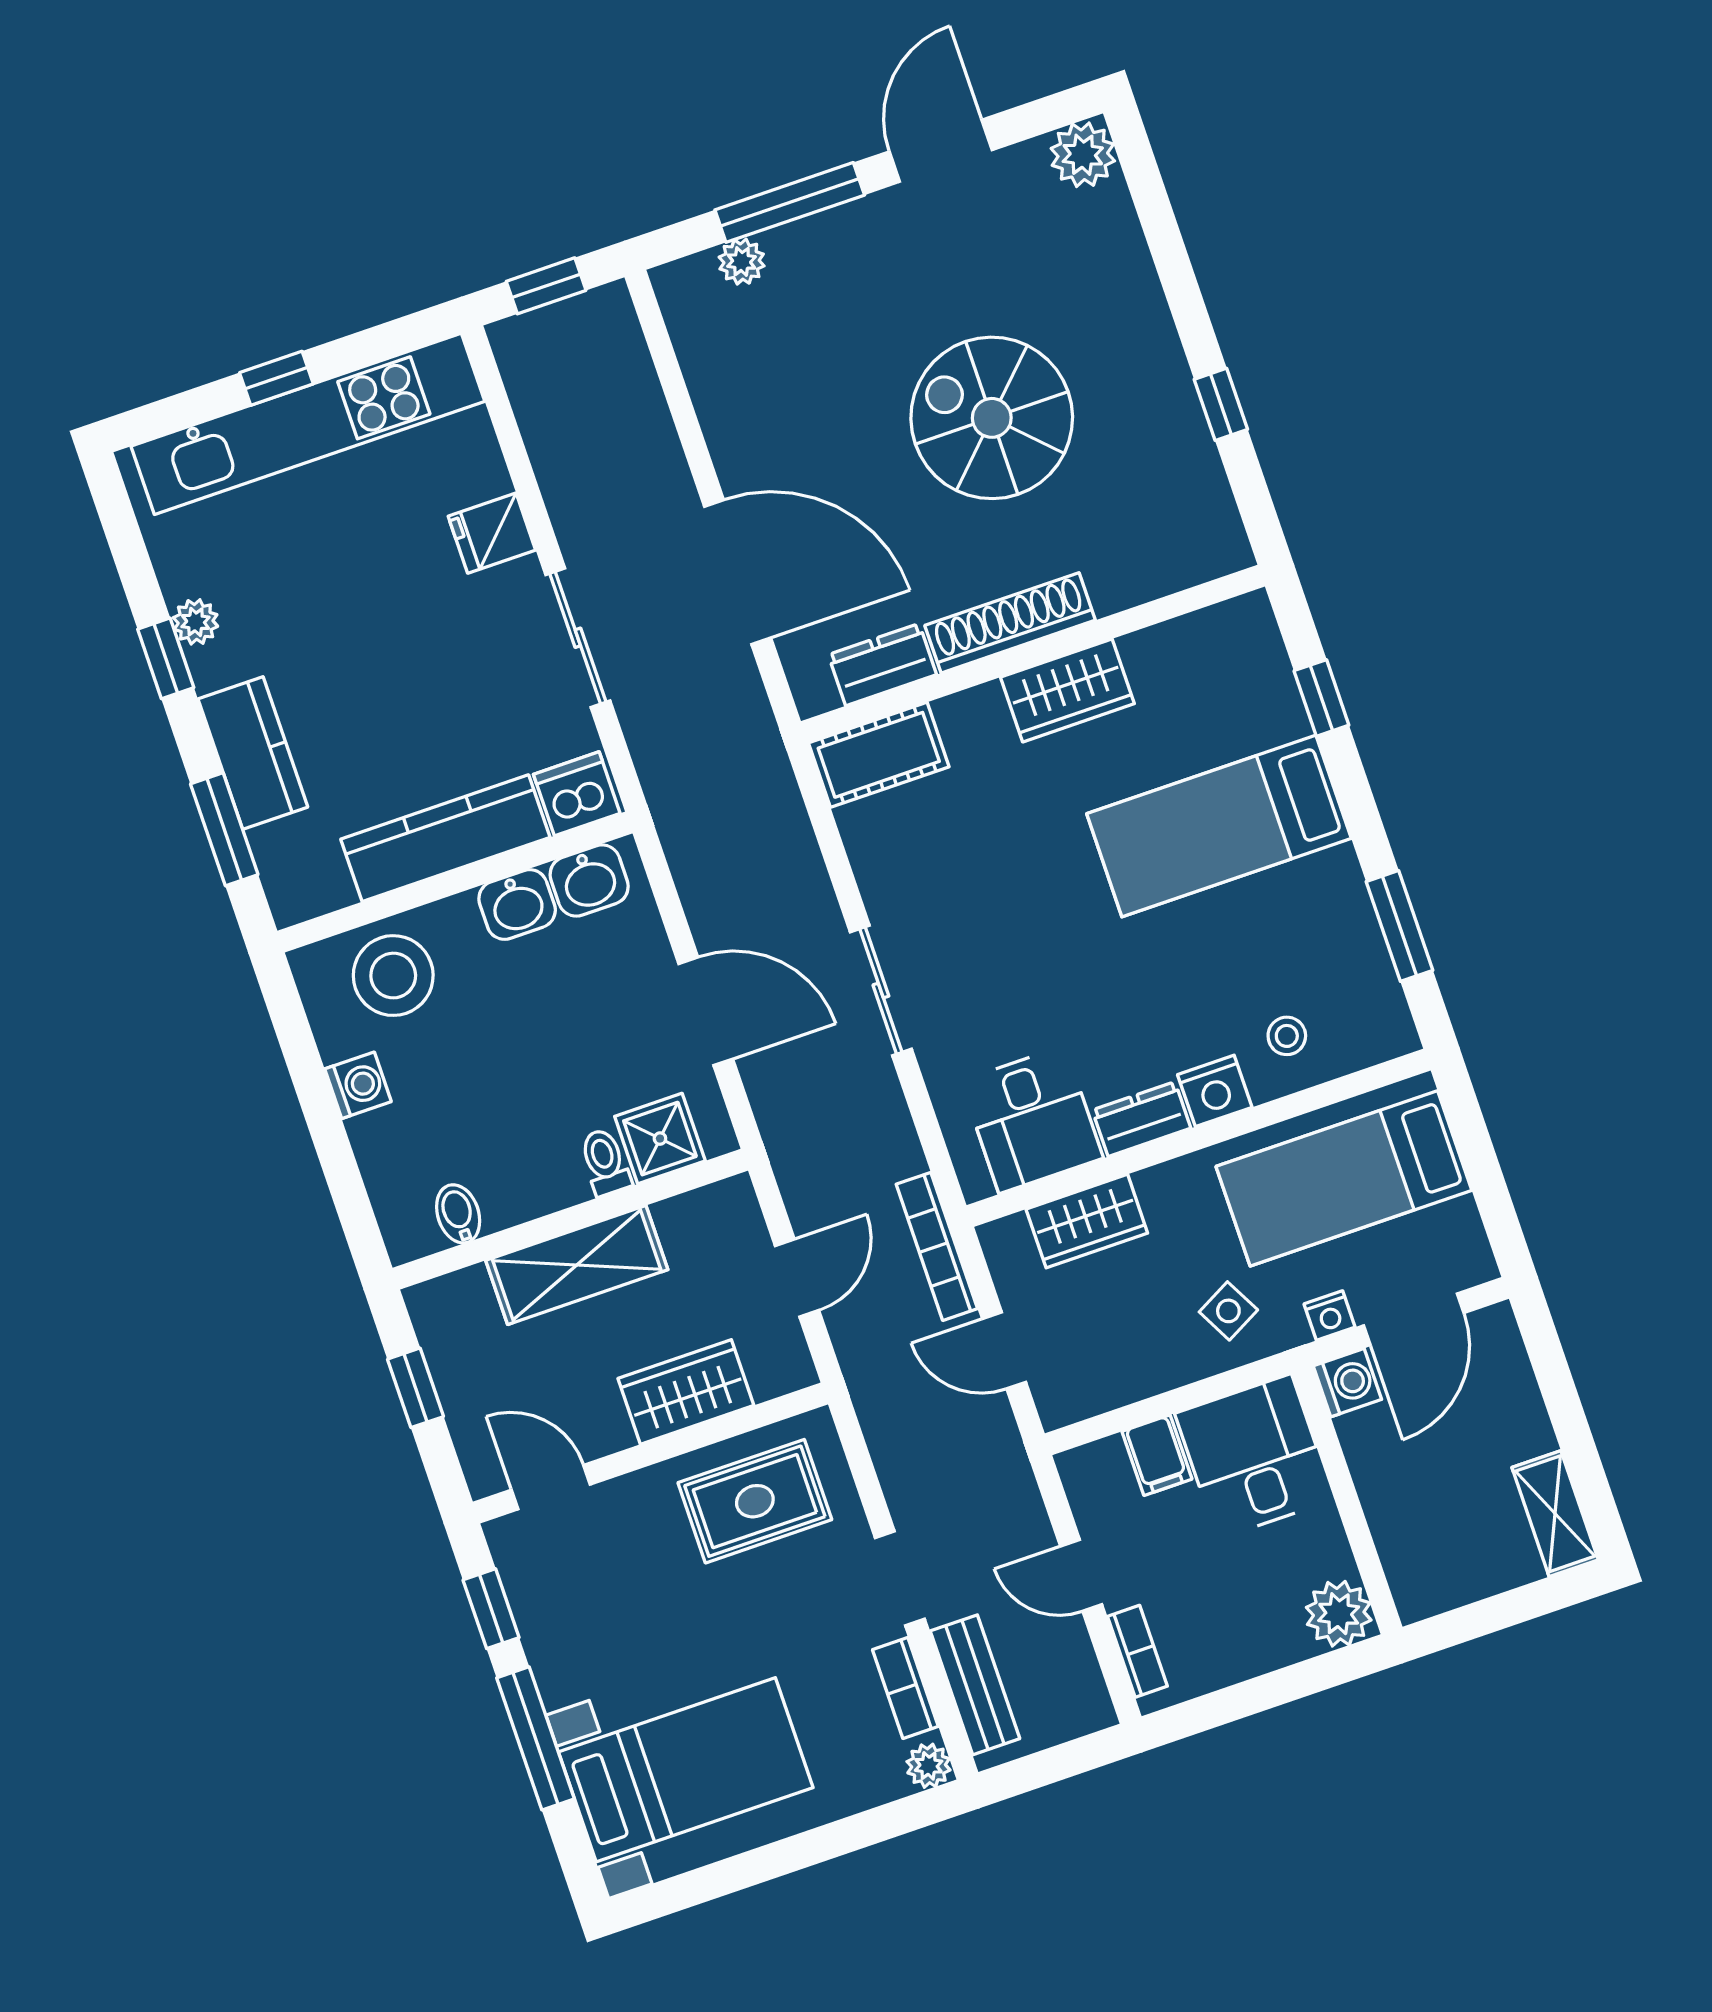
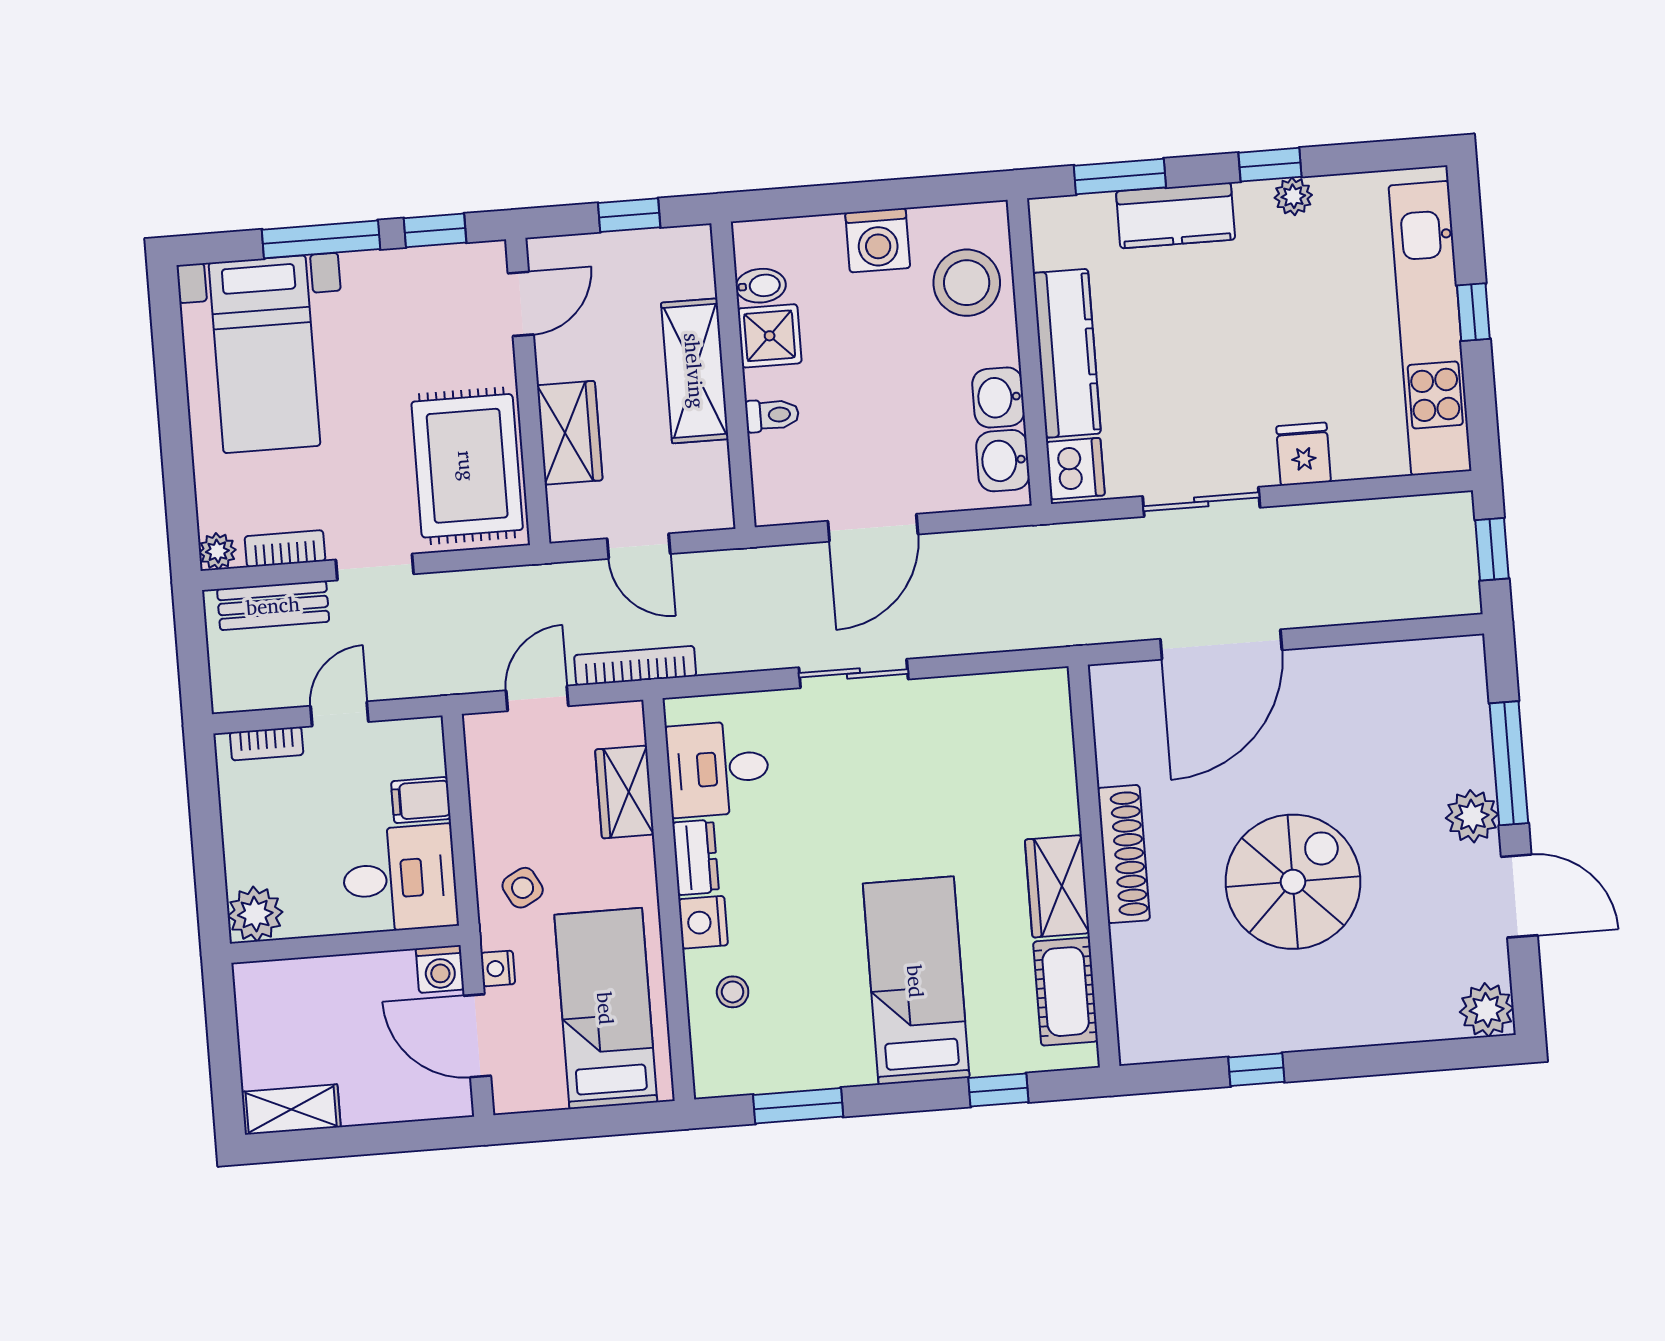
plant: (742, 262) -> (1472, 816), moved, width x1.38, depth x1.38
dresser: (882, 665) -> (1116, 742), removed
cot: (879, 755) -> (1066, 992), moved
washing machine: (358, 1085) -> (878, 240), width x1.38, depth x1.38
shower: (660, 1139) -> (770, 336), moved
rug: (755, 1501) -> (467, 466), width x1.36, depth x1.43

